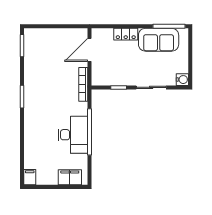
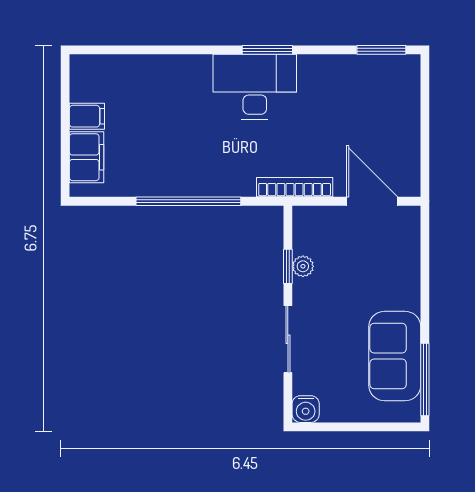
locker: (126, 34) -> (407, 282), removed
plant: (119, 81) -> (303, 266), added
desk: (73, 135) -> (255, 87), moved, turned 180
filing cabinet: (30, 177) -> (87, 116), moved

